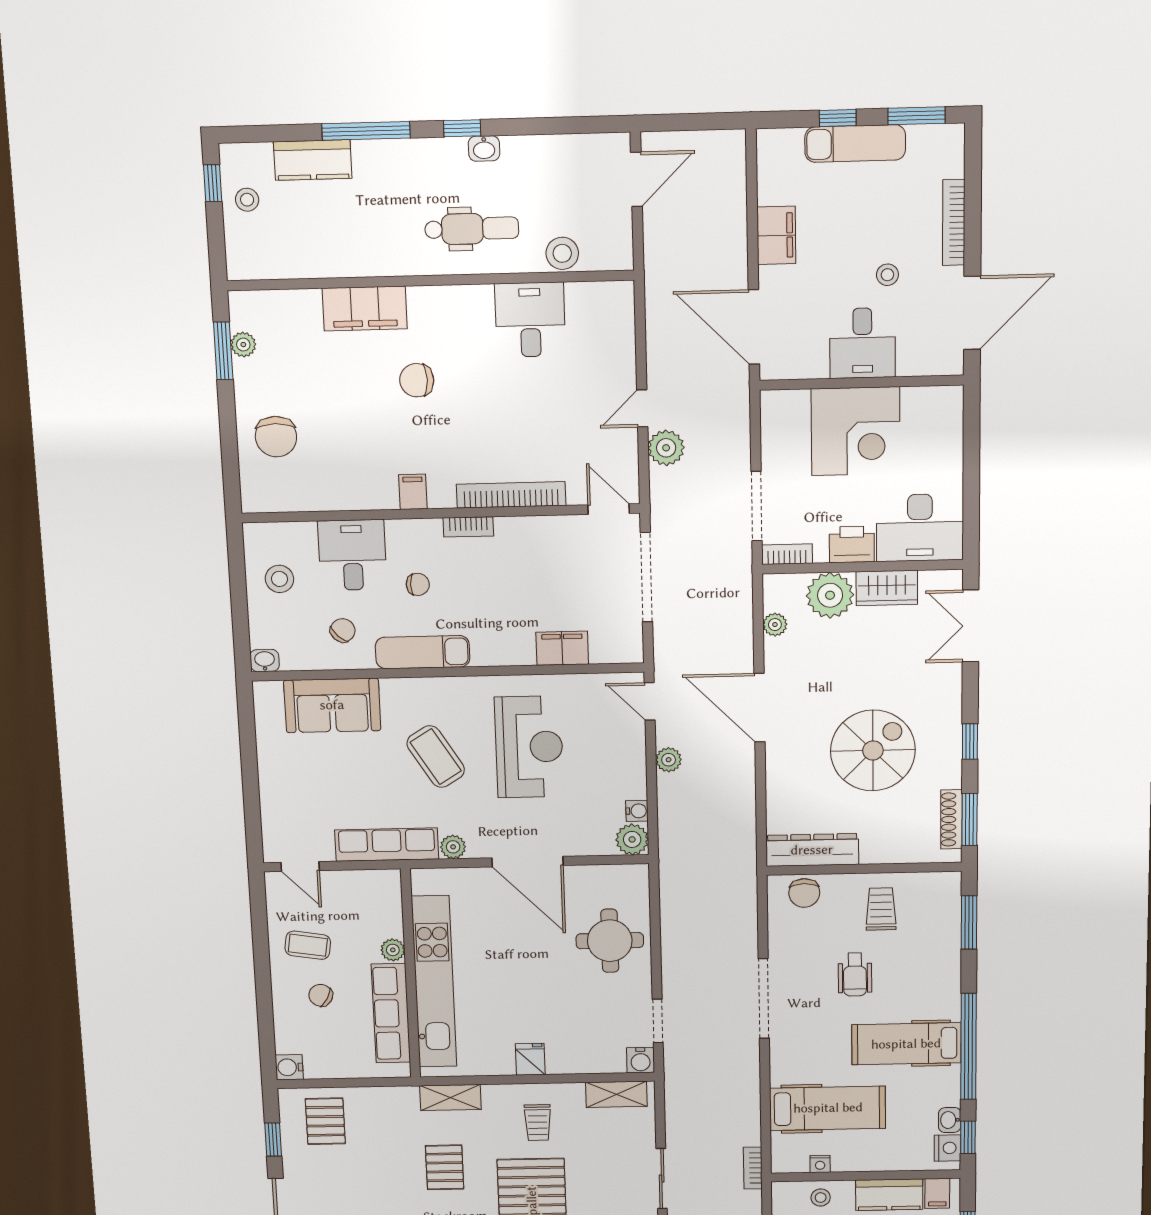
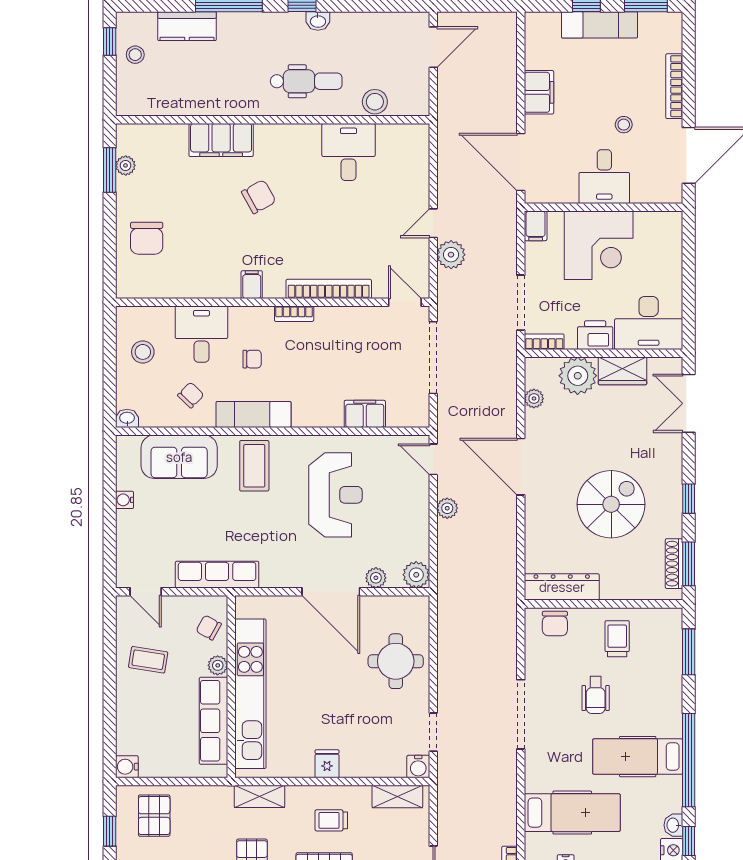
chair: (417, 380) -> (259, 197), turned 151
filing cabinet: (774, 409) -> (536, 226), added
coffee table: (436, 757) -> (254, 466), moved, turned 32
water cooler: (637, 811) -> (125, 500), moved, turned 180
plant: (453, 847) -> (376, 578), moved
chair: (321, 995) -> (209, 628), moved
trolley: (538, 1123) -> (331, 820), turned 90

